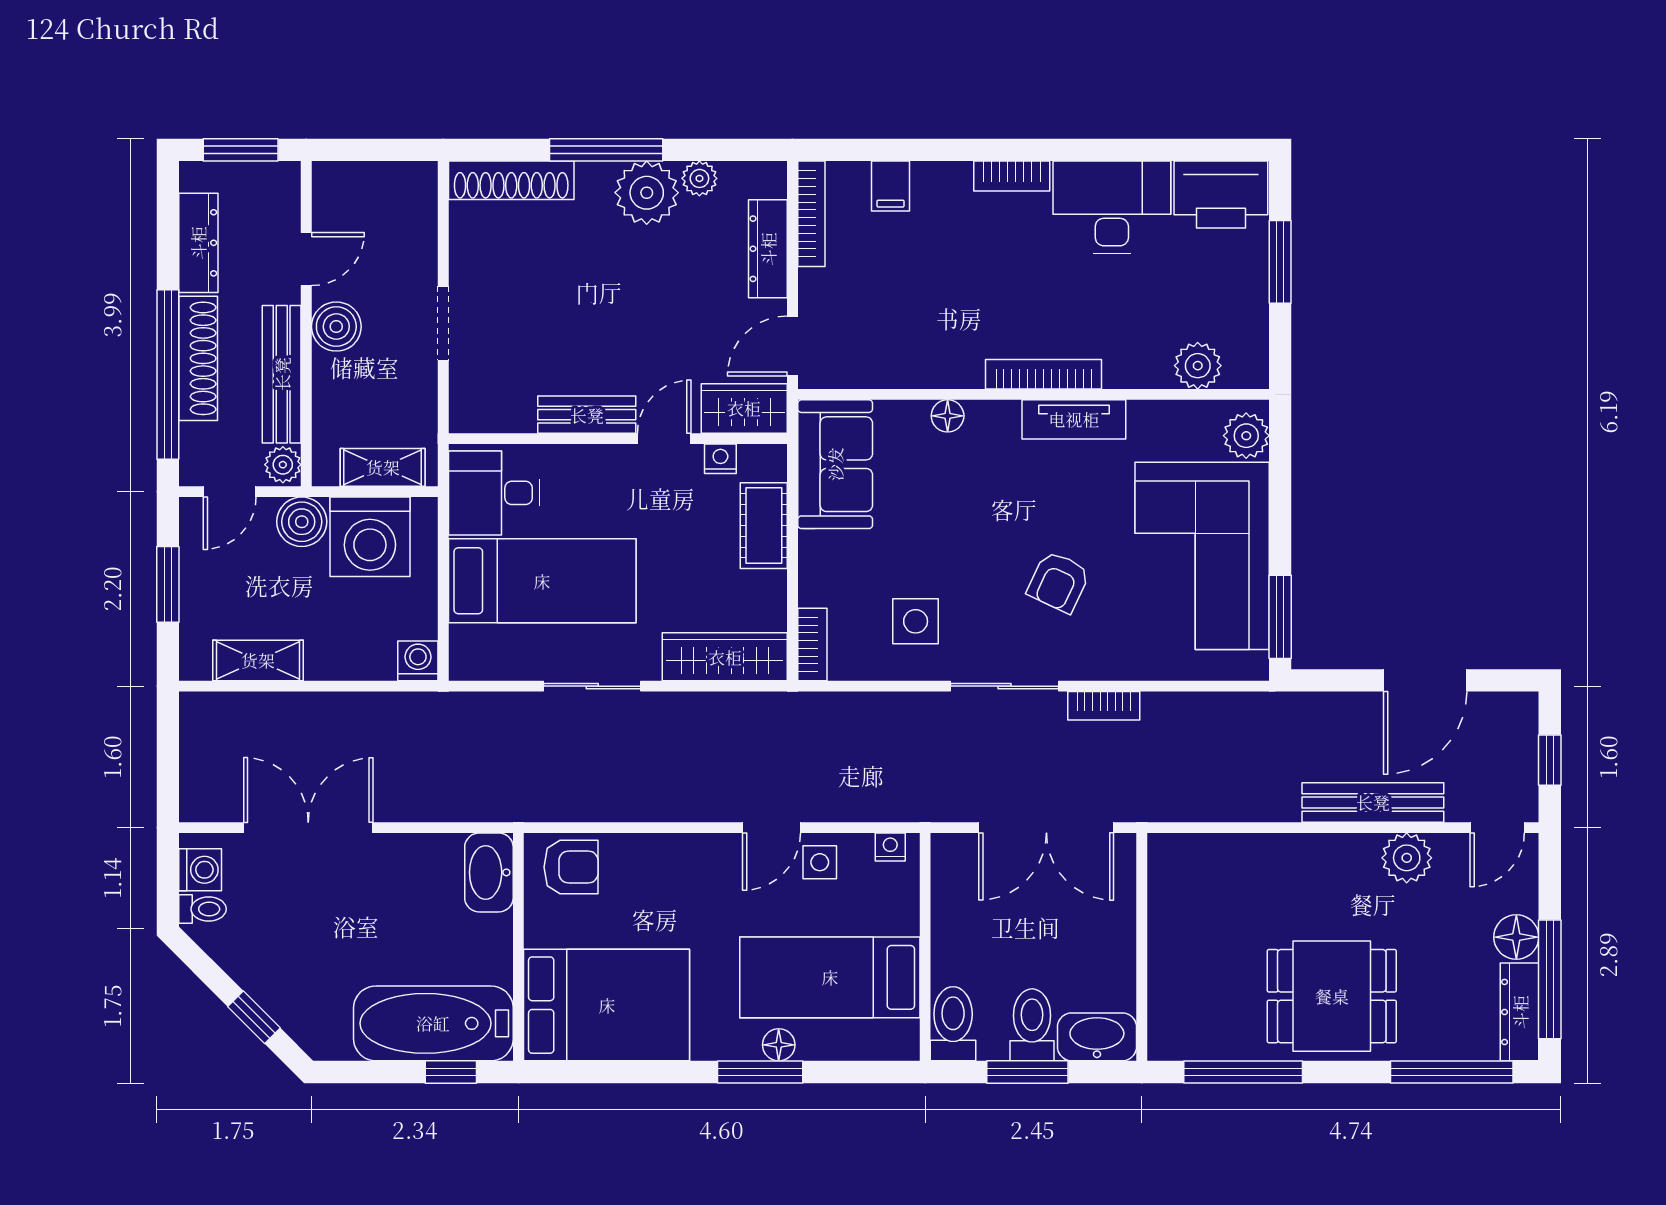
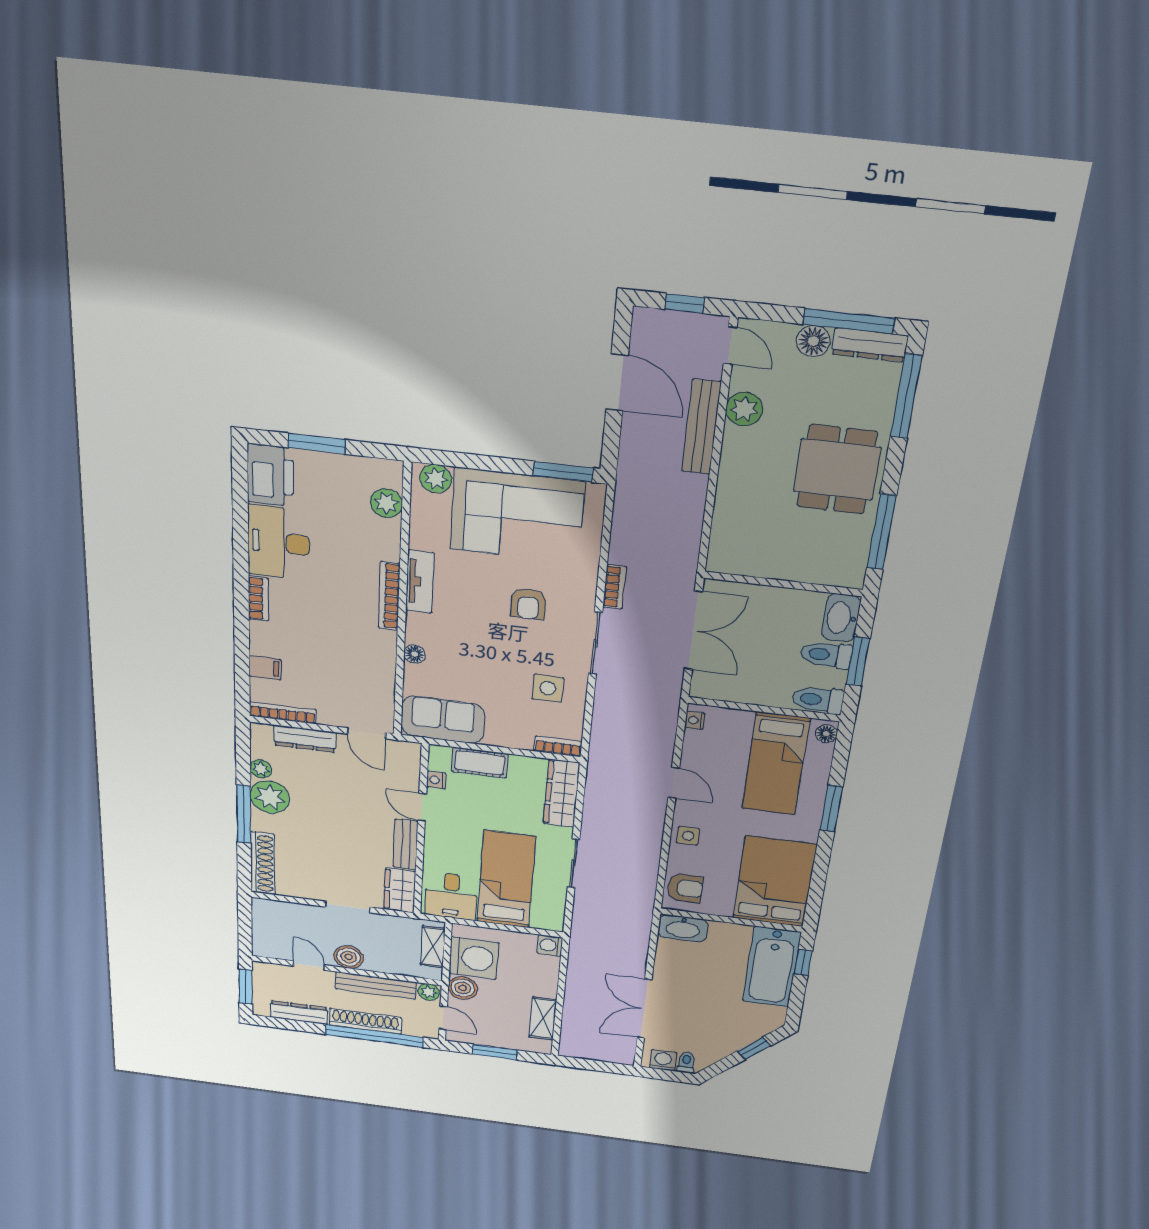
wardrobe: (744, 408) -> (400, 891), moved
armchair: (1058, 582) -> (528, 604), turned 65
side table: (820, 862) -> (688, 836), moved
armchair: (571, 867) -> (685, 888), turned 90
floor lamp: (779, 1045) -> (826, 734), moved

